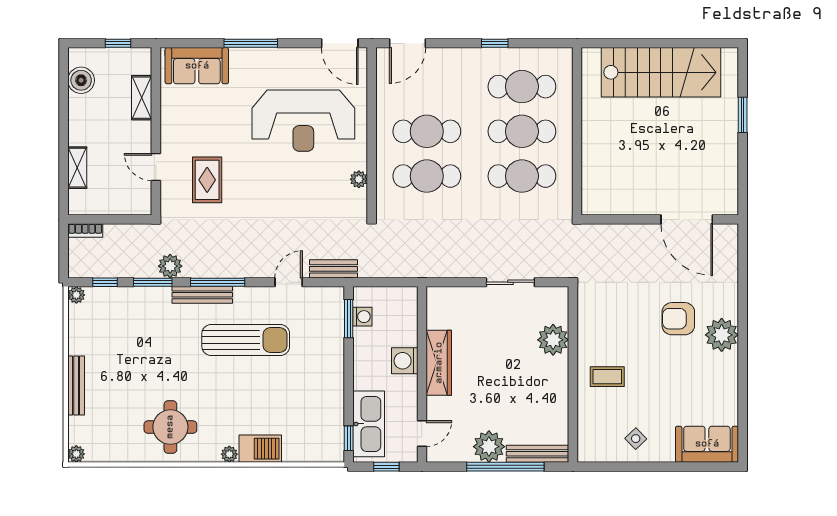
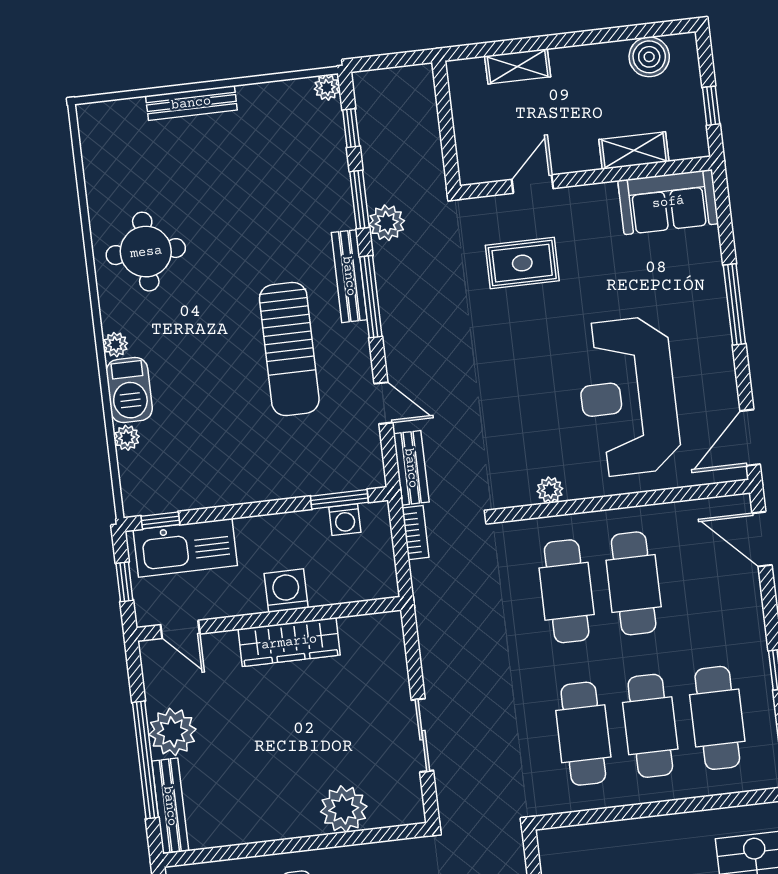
sofa: (197, 66) -> (668, 202), moved, turned -90
bookcase: (85, 230) -> (416, 533), moved, turned 180
plant: (76, 454) -> (127, 438), moved

